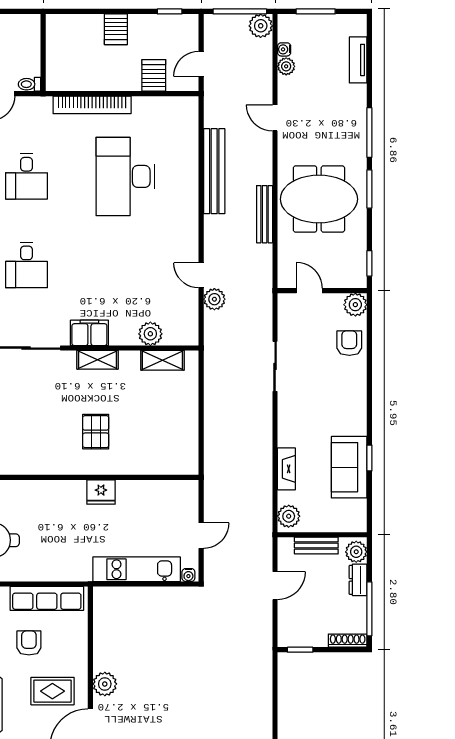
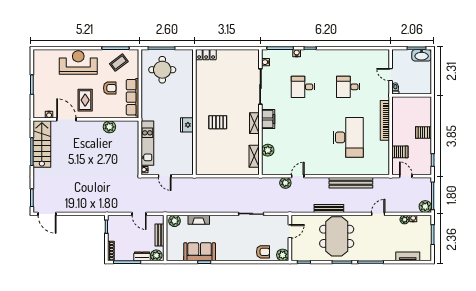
desk: (125, 176) -> (348, 137), turned 90
plant: (105, 684) -> (109, 127), moved

